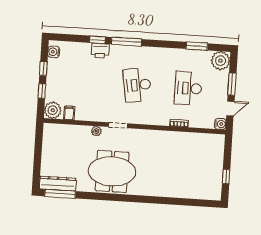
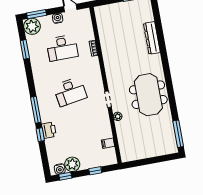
window: (43, 68) -> (65, 176), moved
window: (232, 84) -> (37, 14), moved
plant: (53, 110) -> (72, 164), moved
water cooler: (220, 124) -> (58, 18), moved
dresser: (58, 184) -> (152, 38), moved

